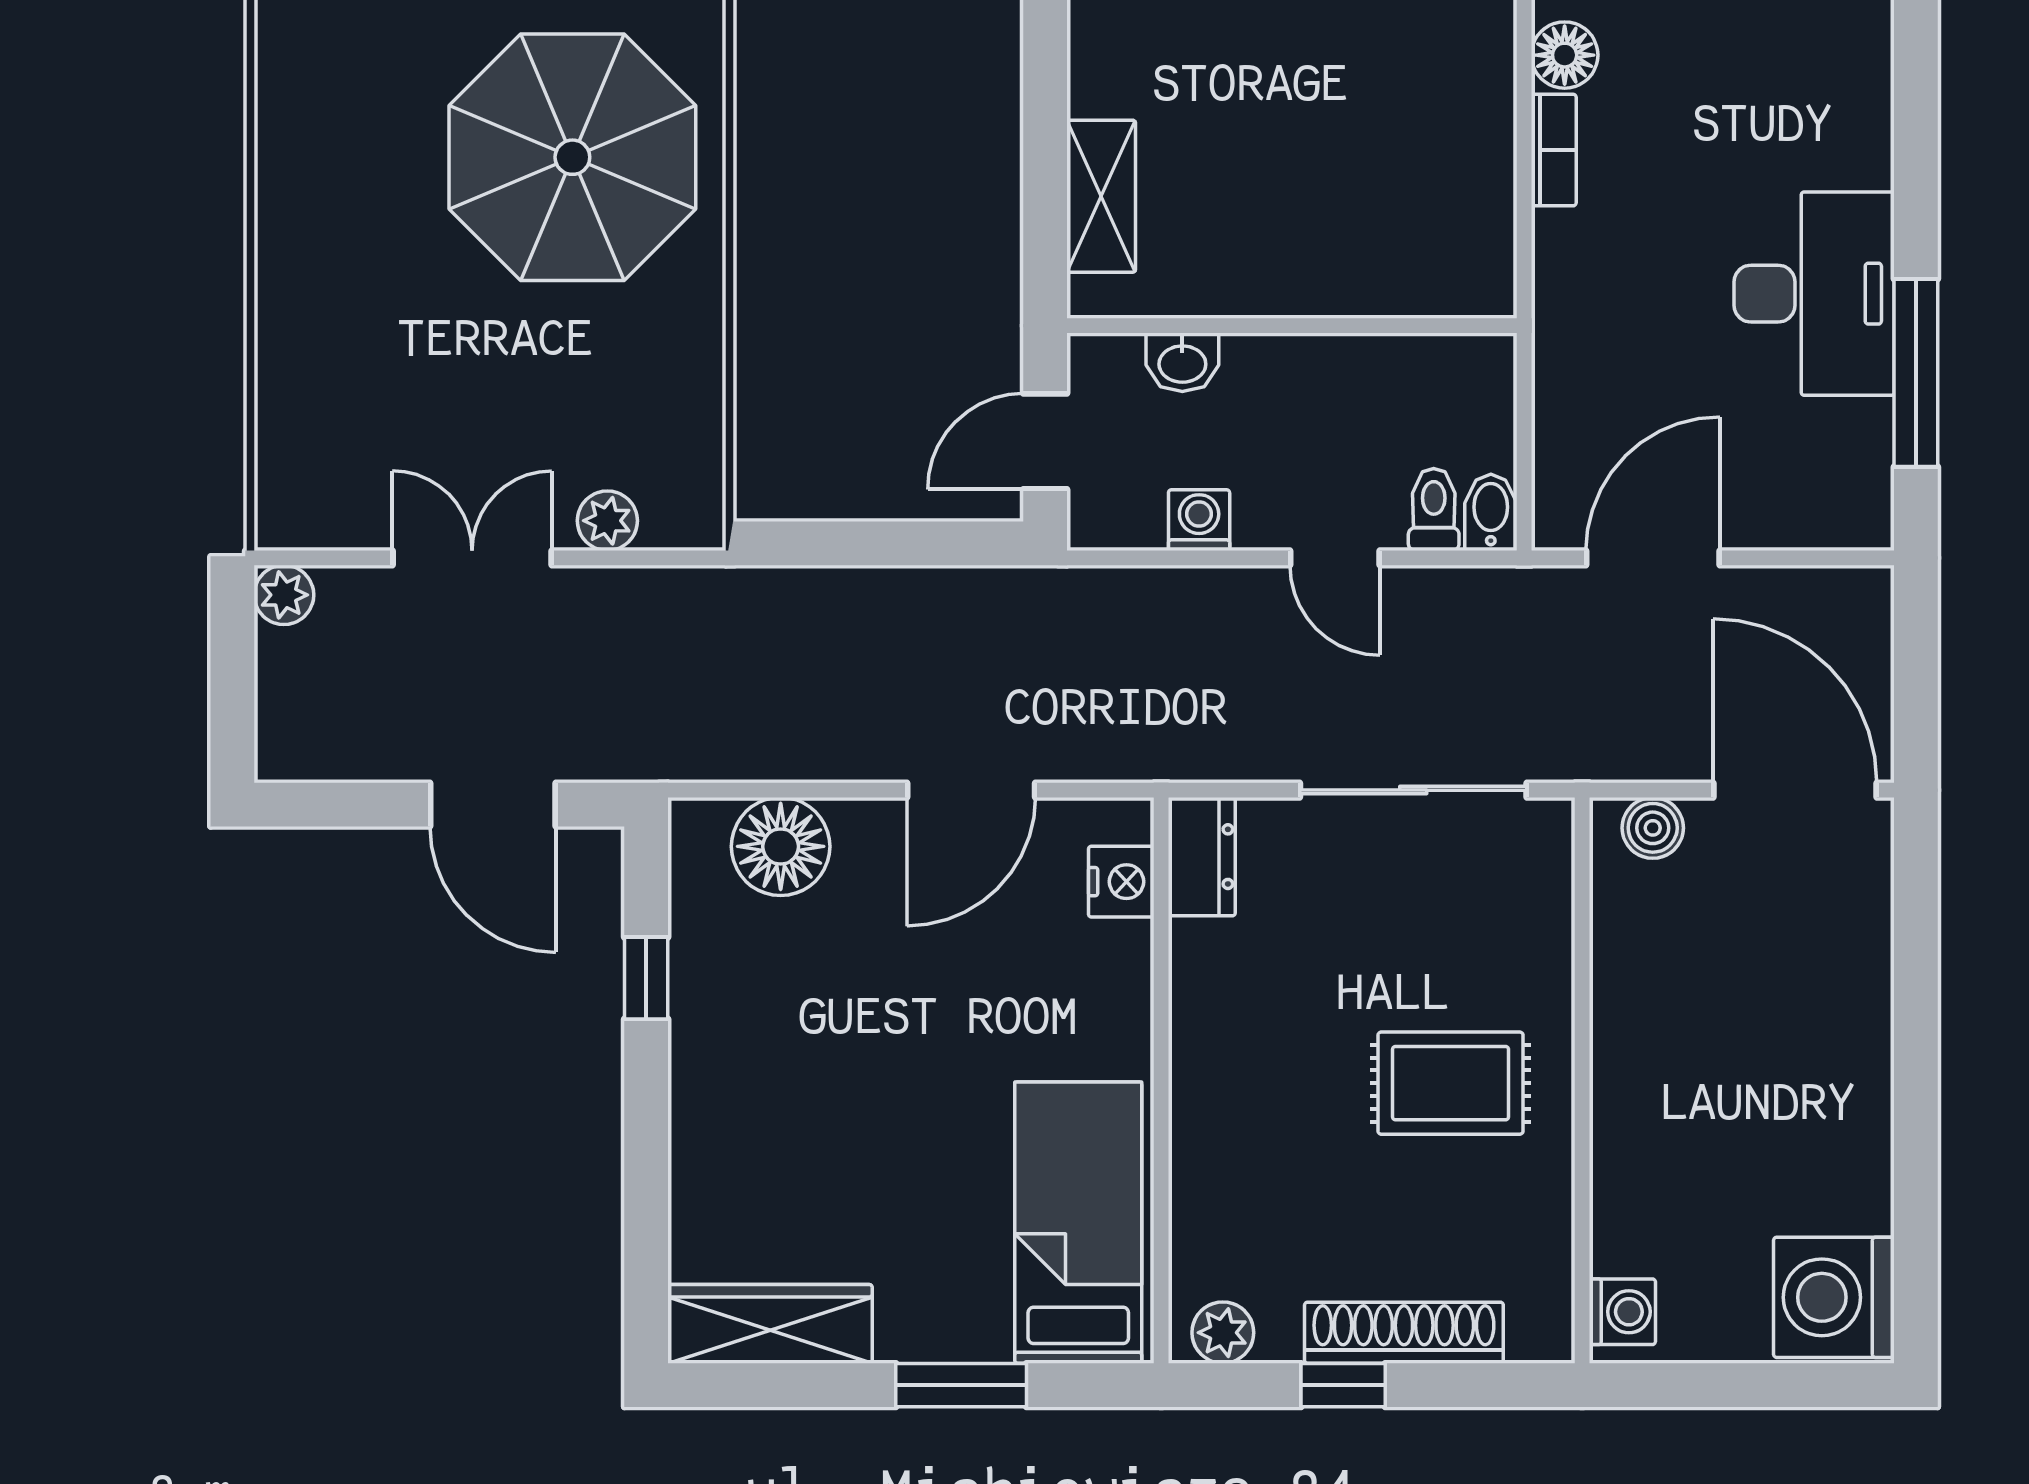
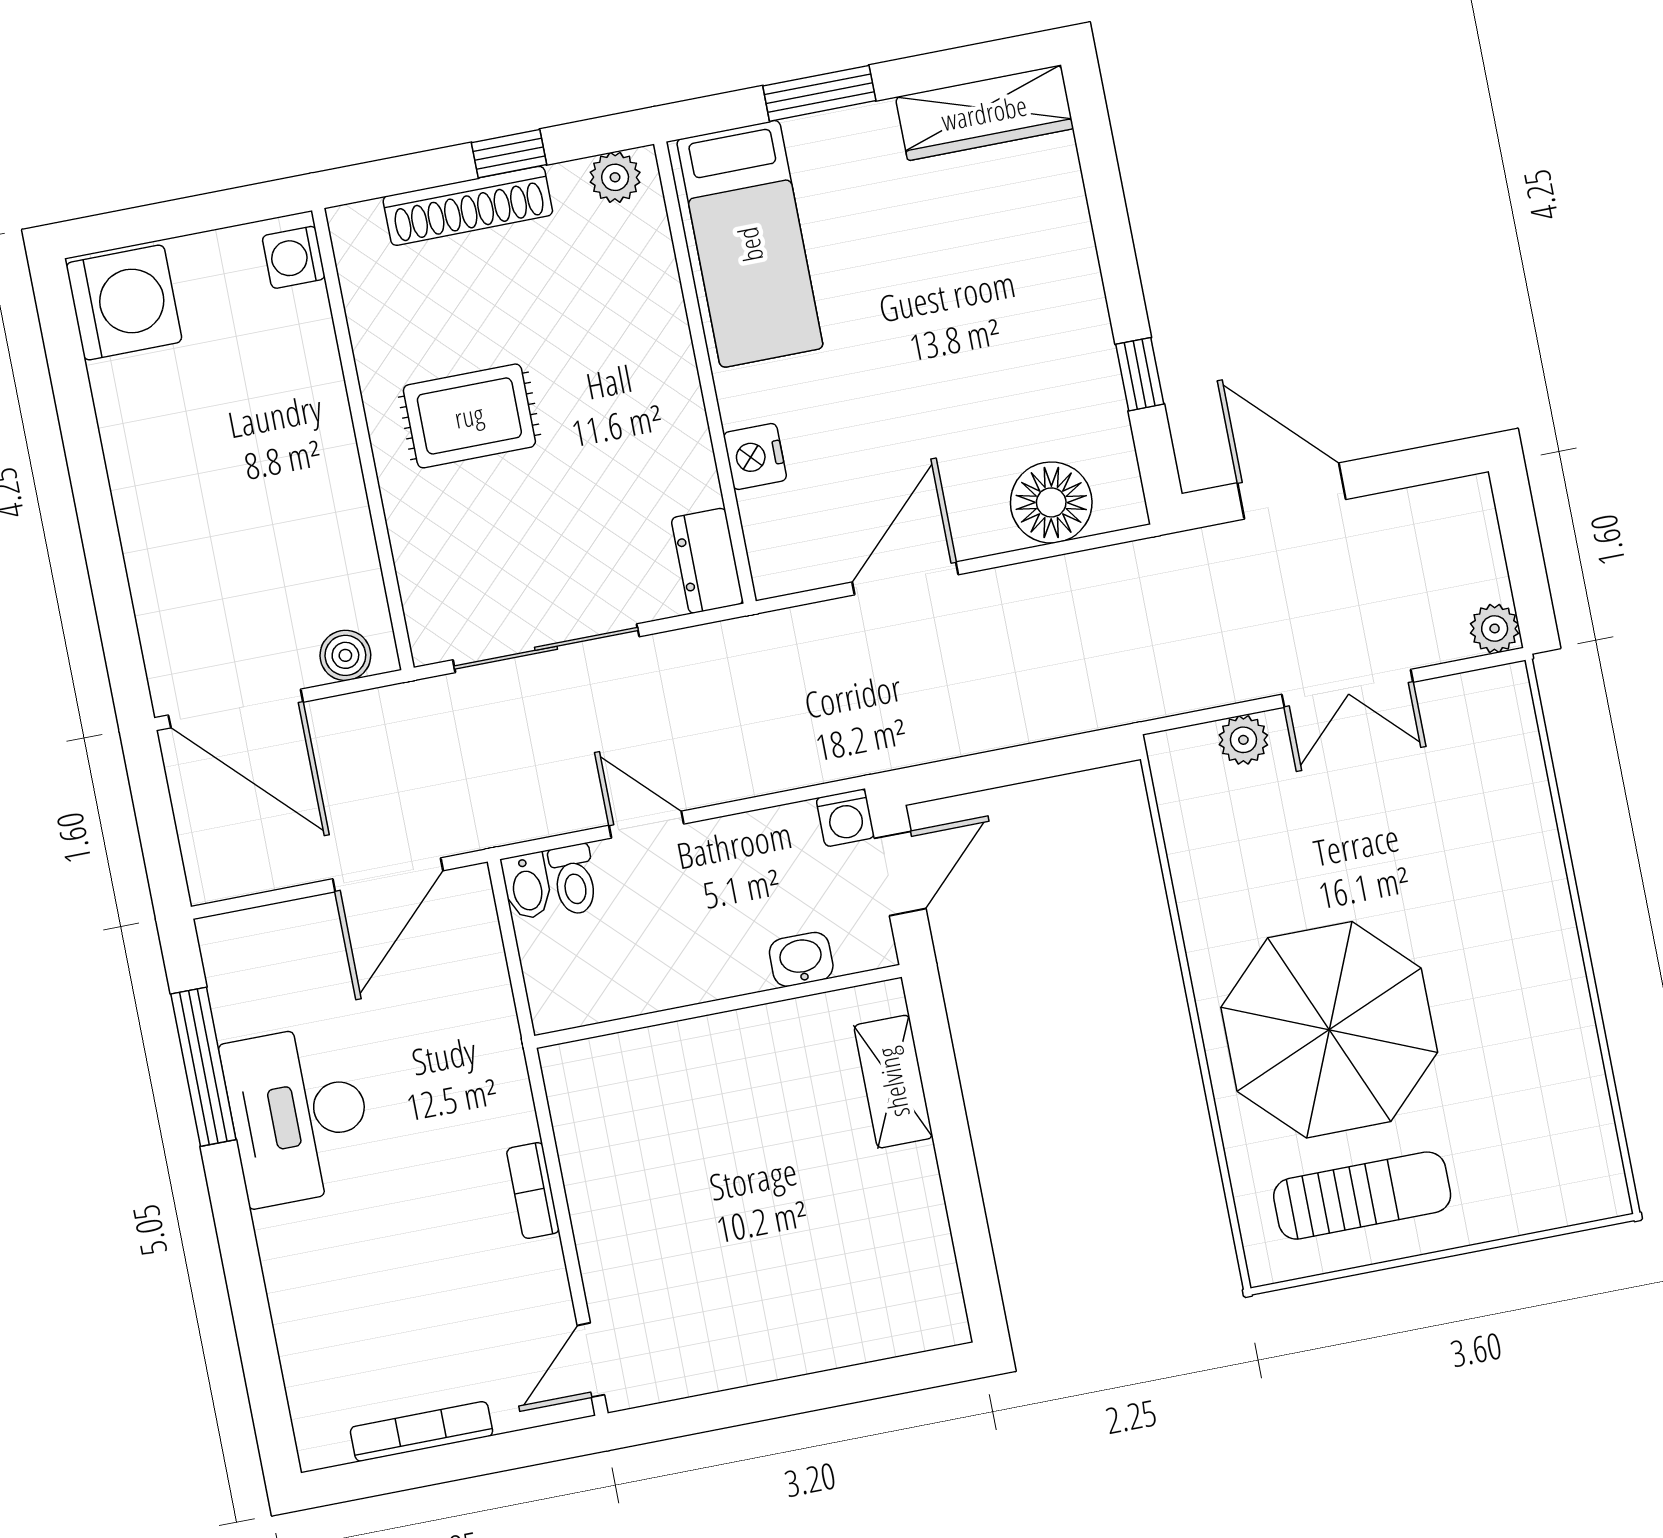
floor lamp: (1565, 55) -> (539, 1269), removed
washing machine: (1199, 520) -> (845, 818), moved
nightstand: (1121, 882) -> (755, 456), moved

